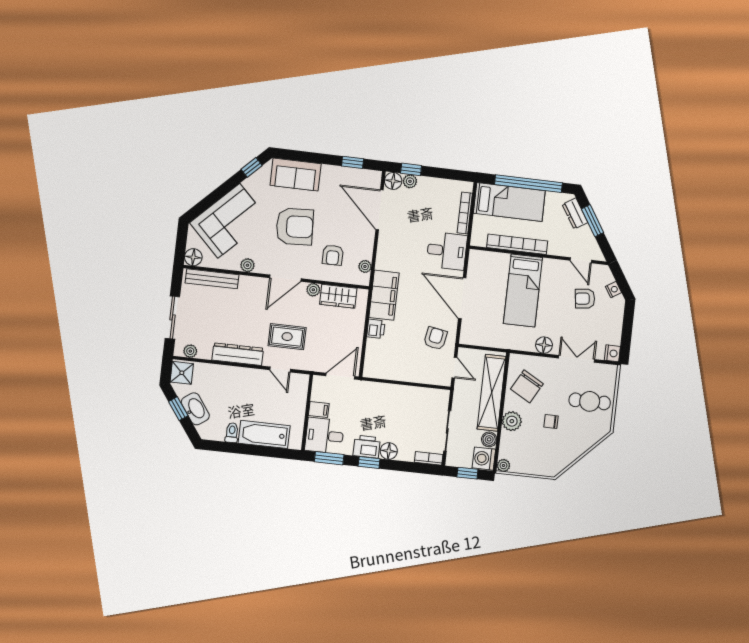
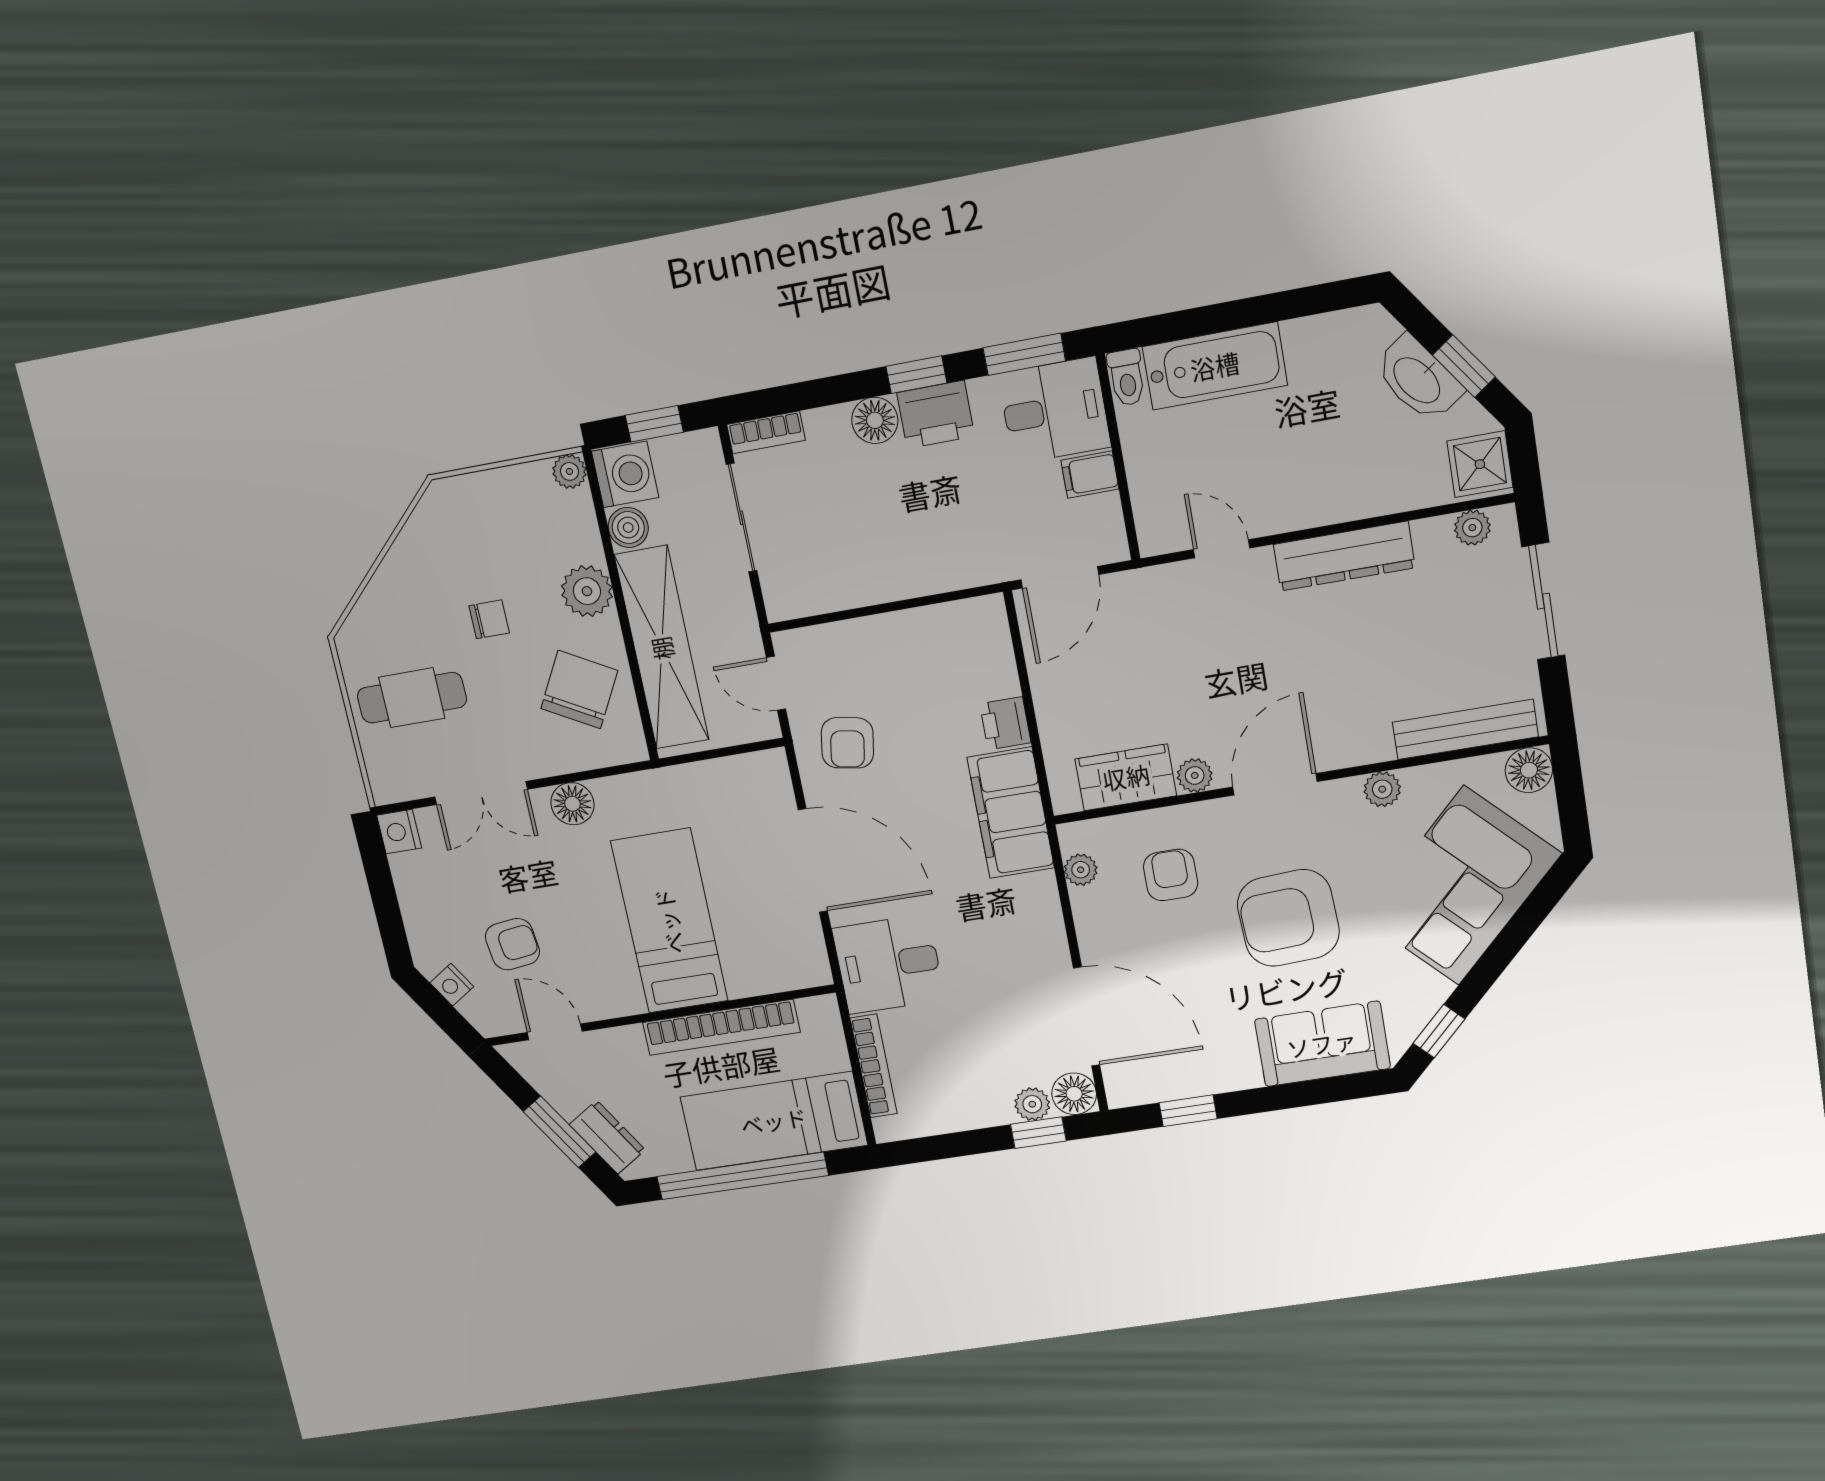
rug: (287, 337) -> (1228, 638), removed
toilet: (232, 433) -> (1127, 377), moved

